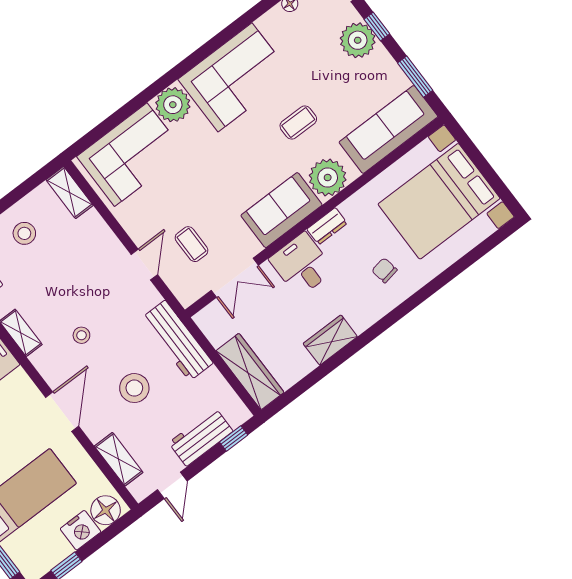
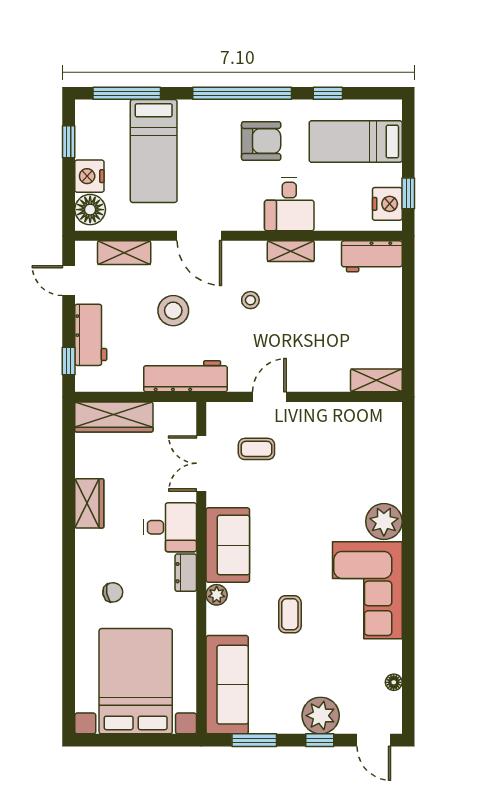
corner sofa: (131, 155) -> (369, 455), removed
plant: (328, 178) -> (217, 595), width x0.53, depth x0.53
stool: (24, 233) -> (371, 317), removed
door: (144, 264) -> (269, 397), swing flipped

